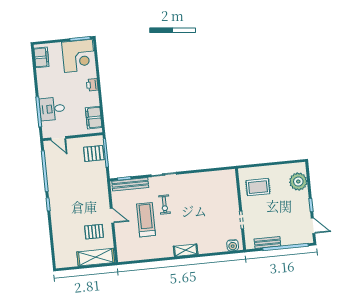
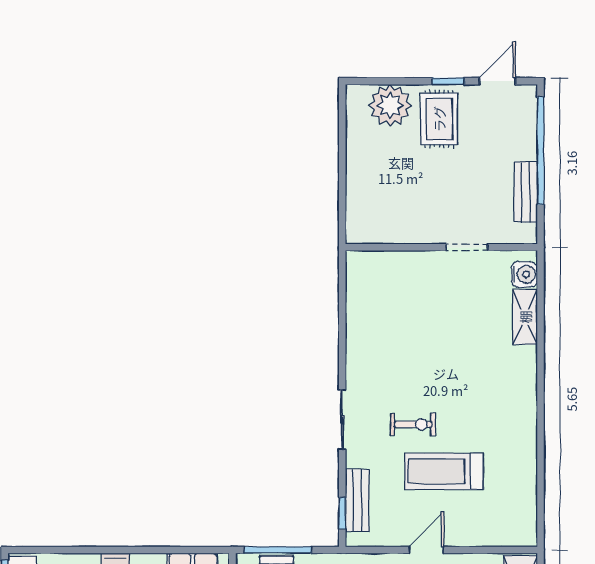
bench: (130, 184) -> (357, 500), width x0.73
rug: (258, 187) -> (439, 119), moved
shelving: (186, 250) -> (525, 317), moved

